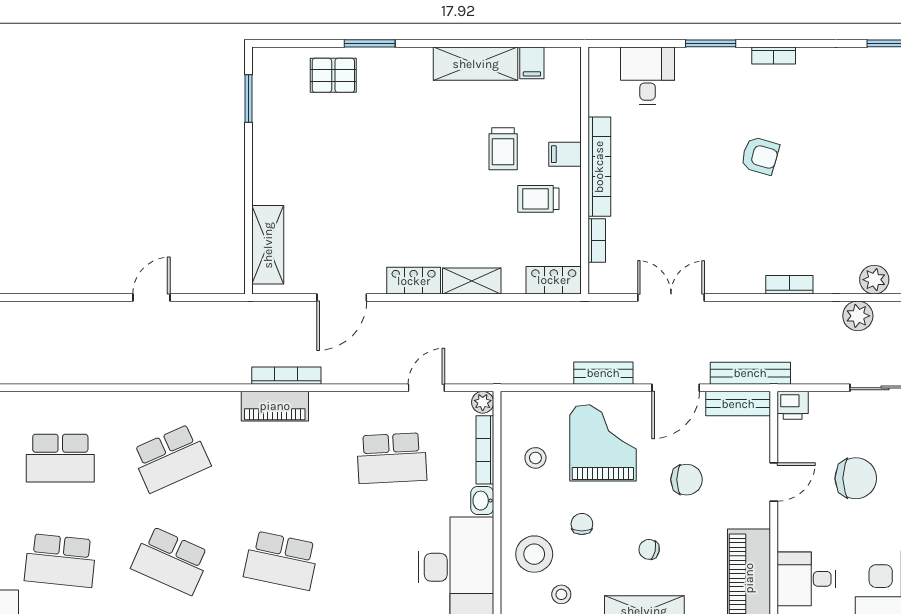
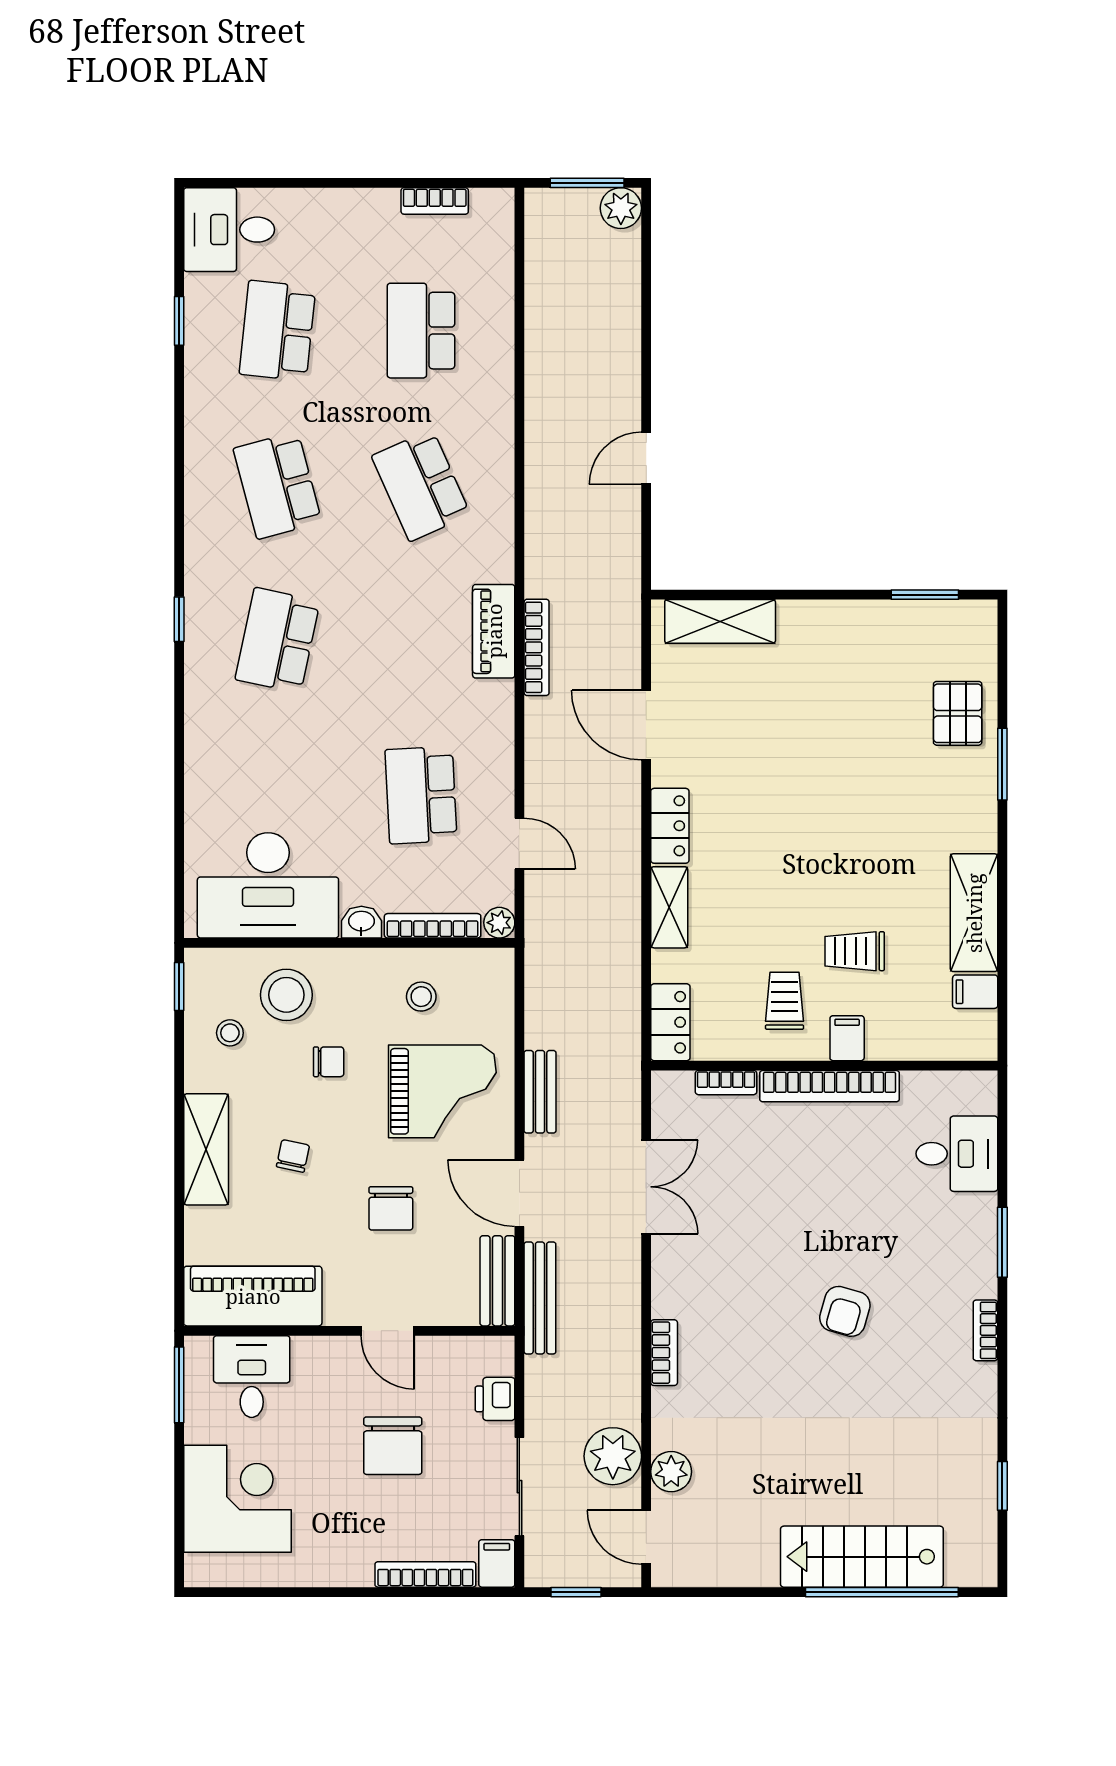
door: (151, 297) -> (646, 458), swing flipped
plant: (858, 316) -> (613, 1456), width x1.36, depth x1.36
printer: (793, 405) -> (495, 1399), moved
school desk: (171, 560) -> (277, 485), turned -39

